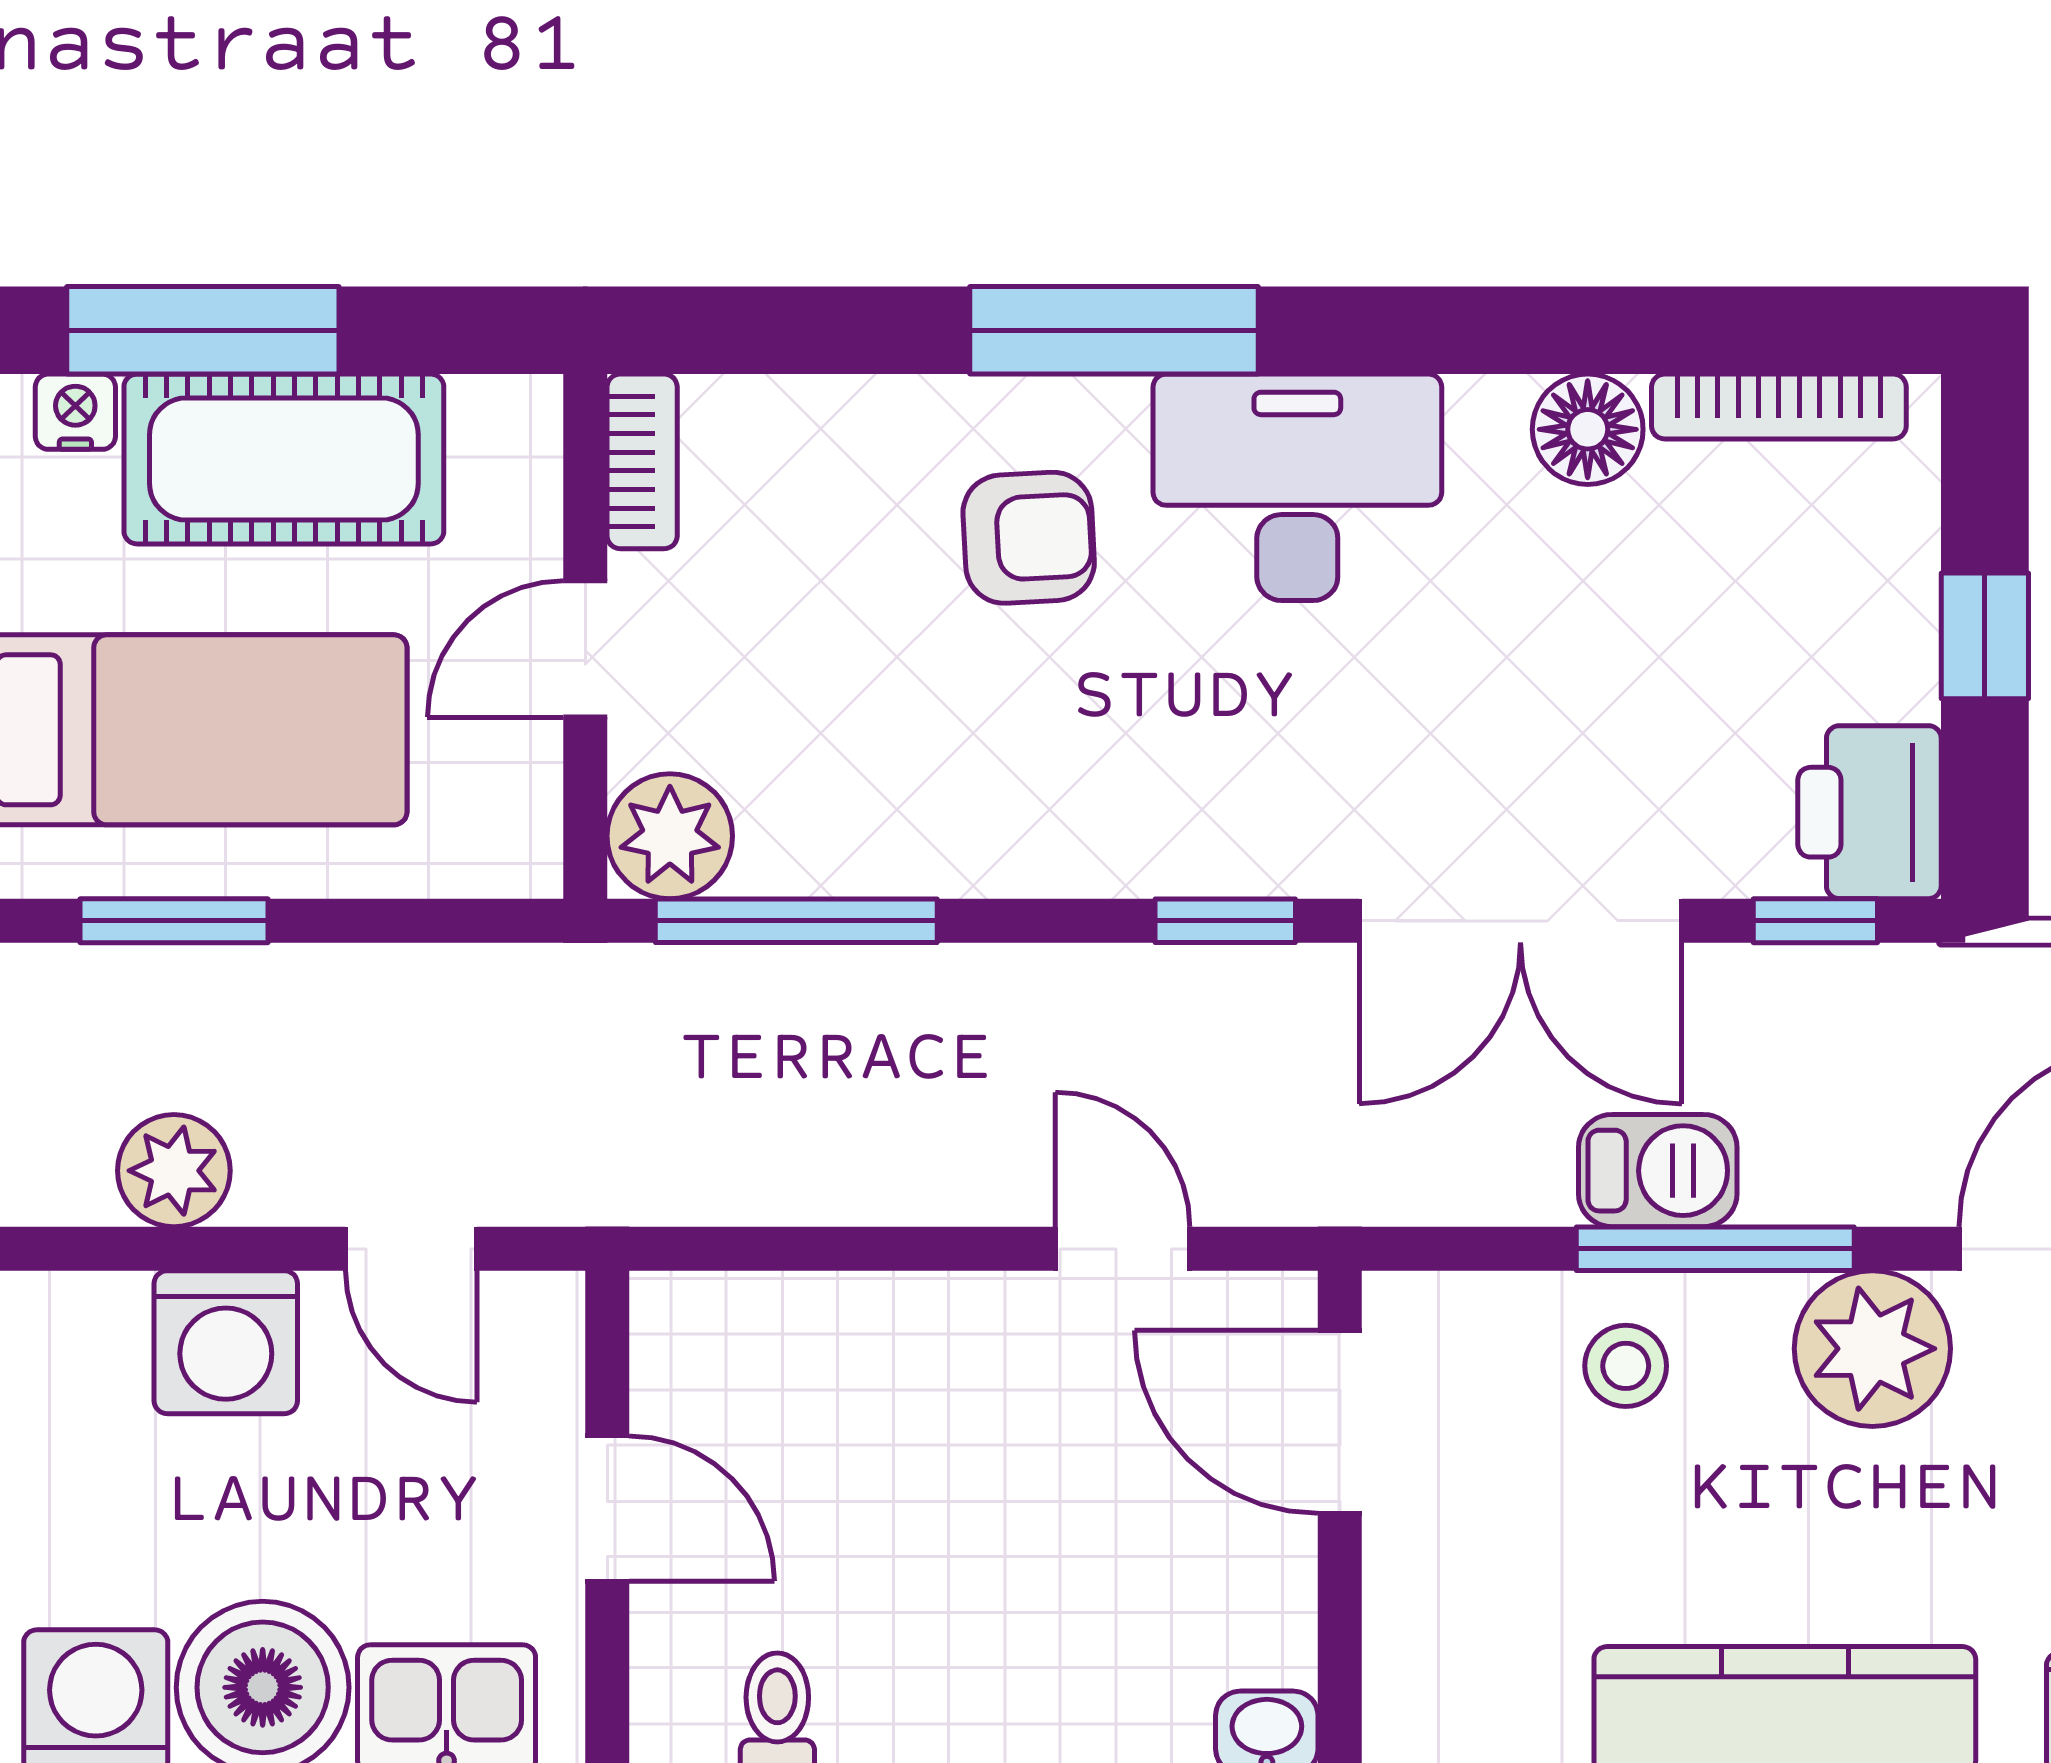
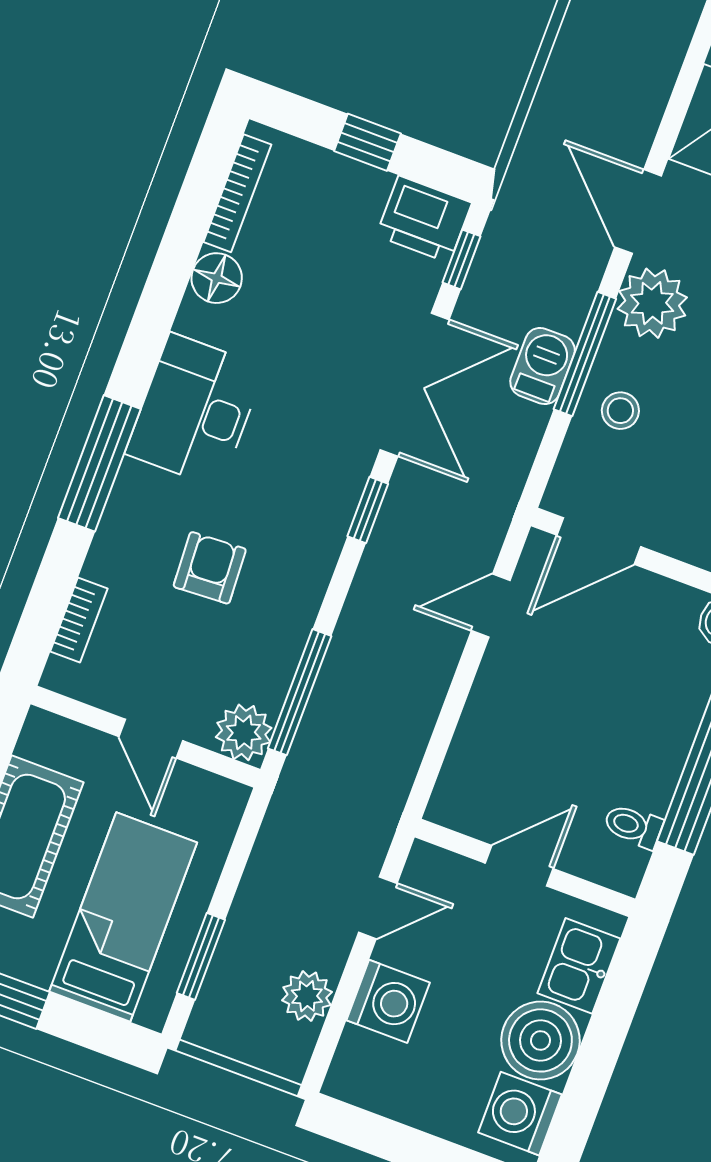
bookcase: (642, 461) -> (79, 620), moved, turned 90
armchair: (1029, 538) -> (210, 568), moved

